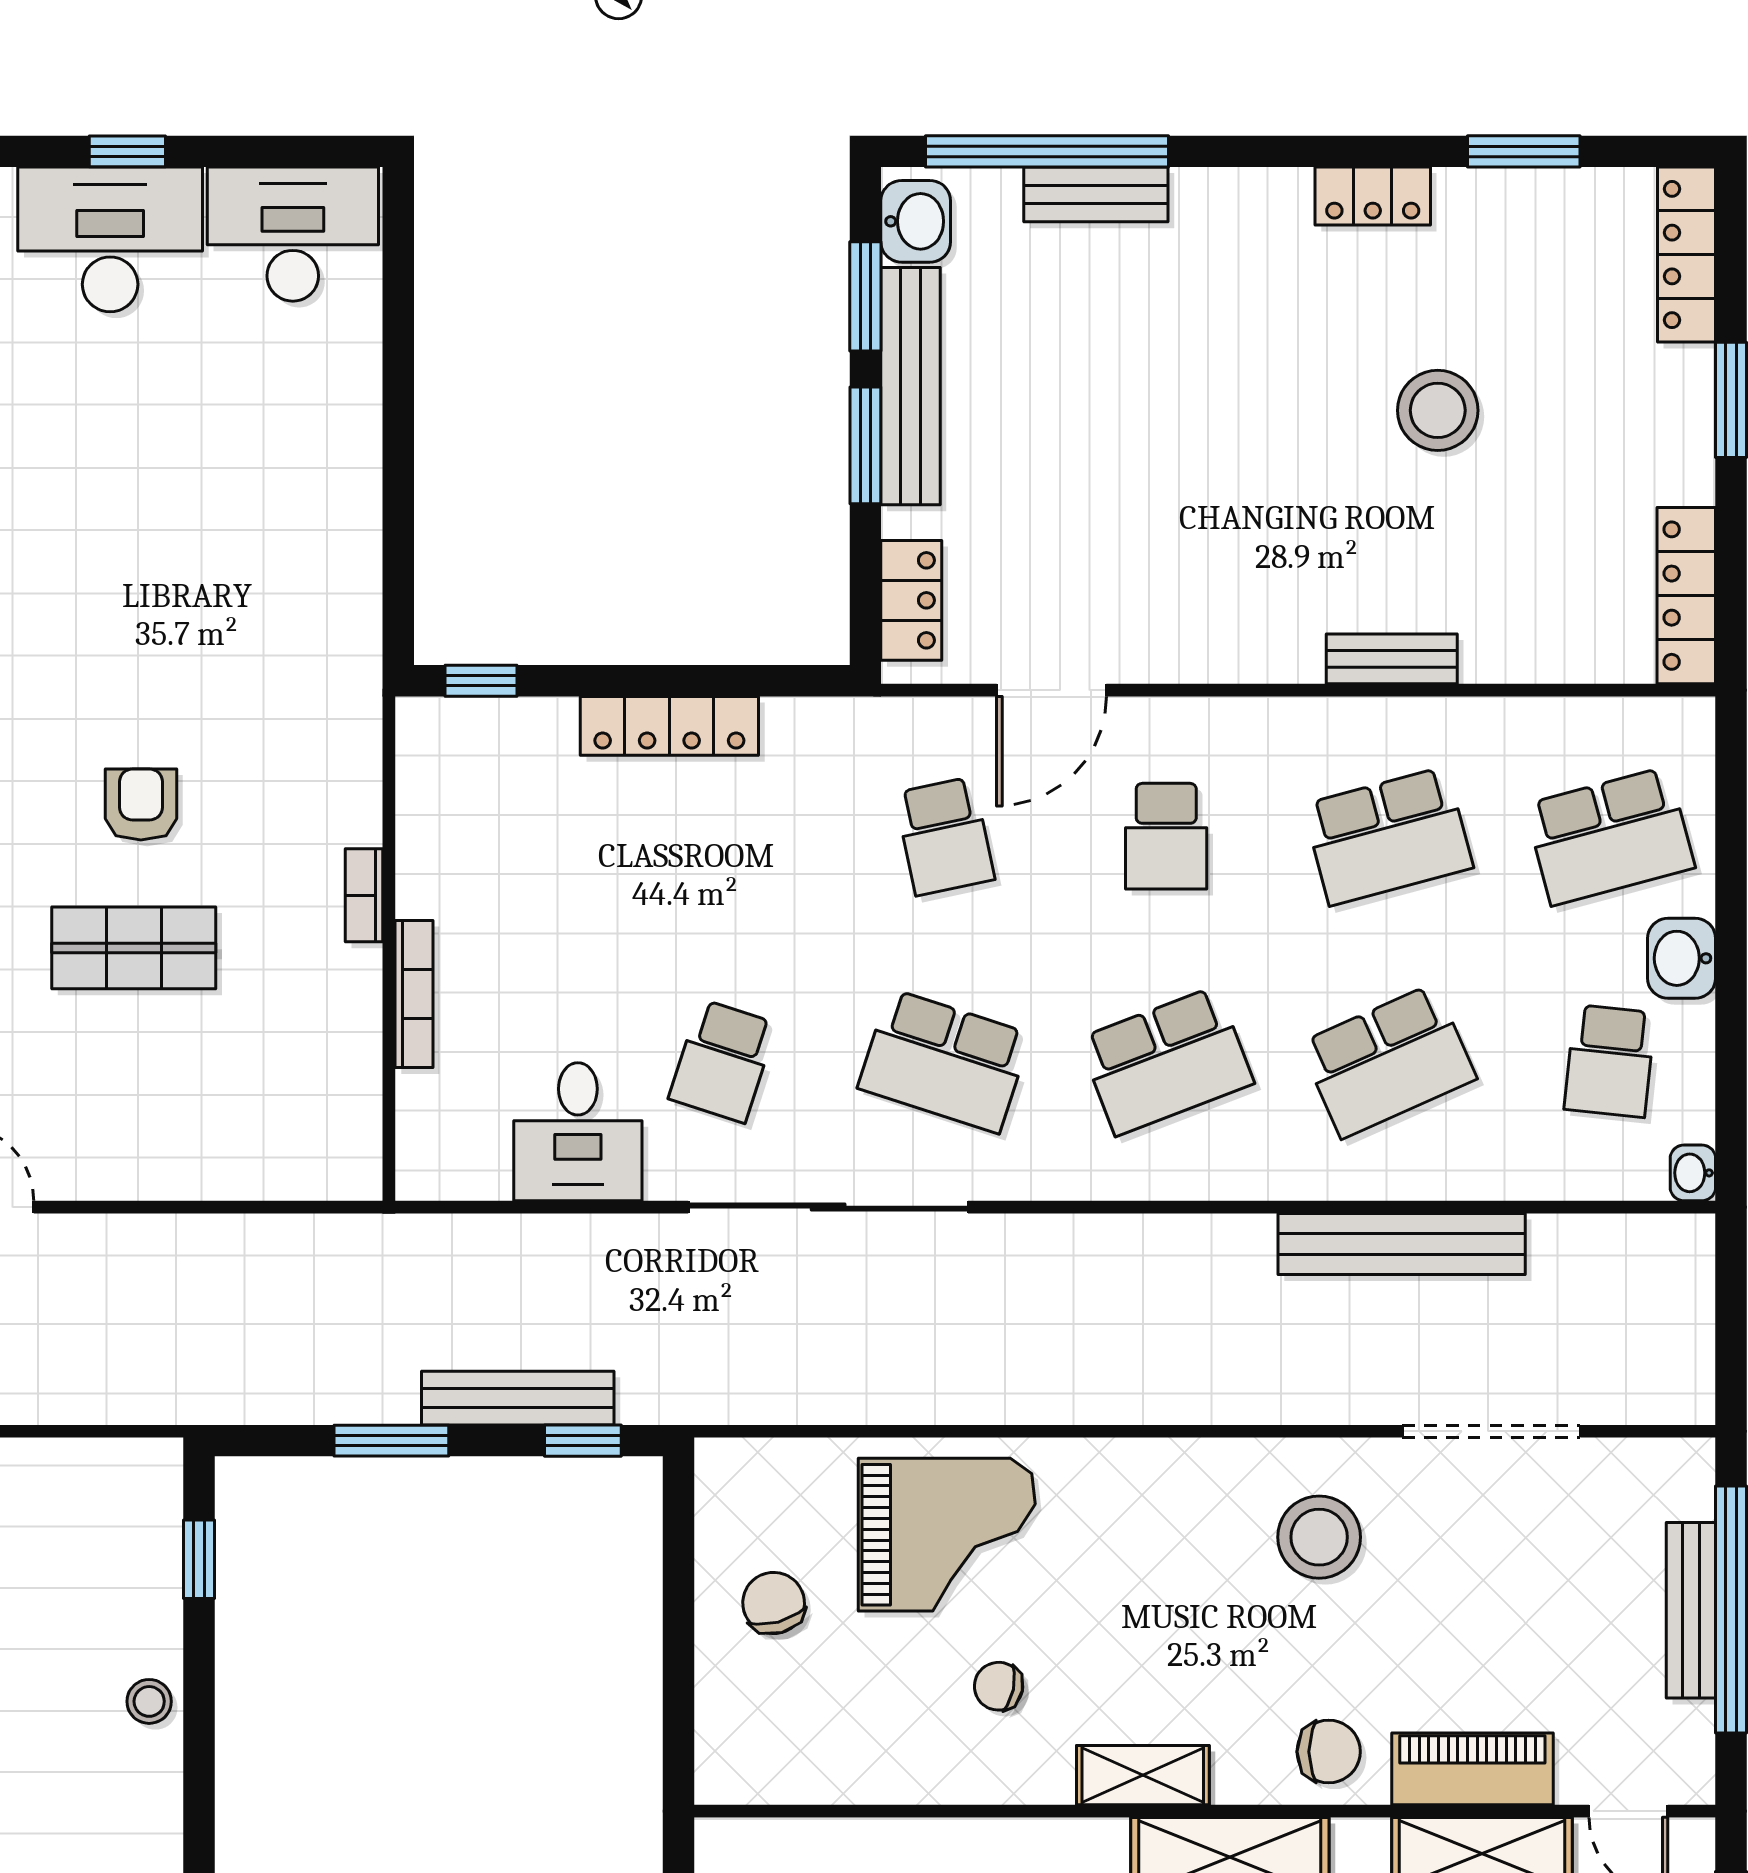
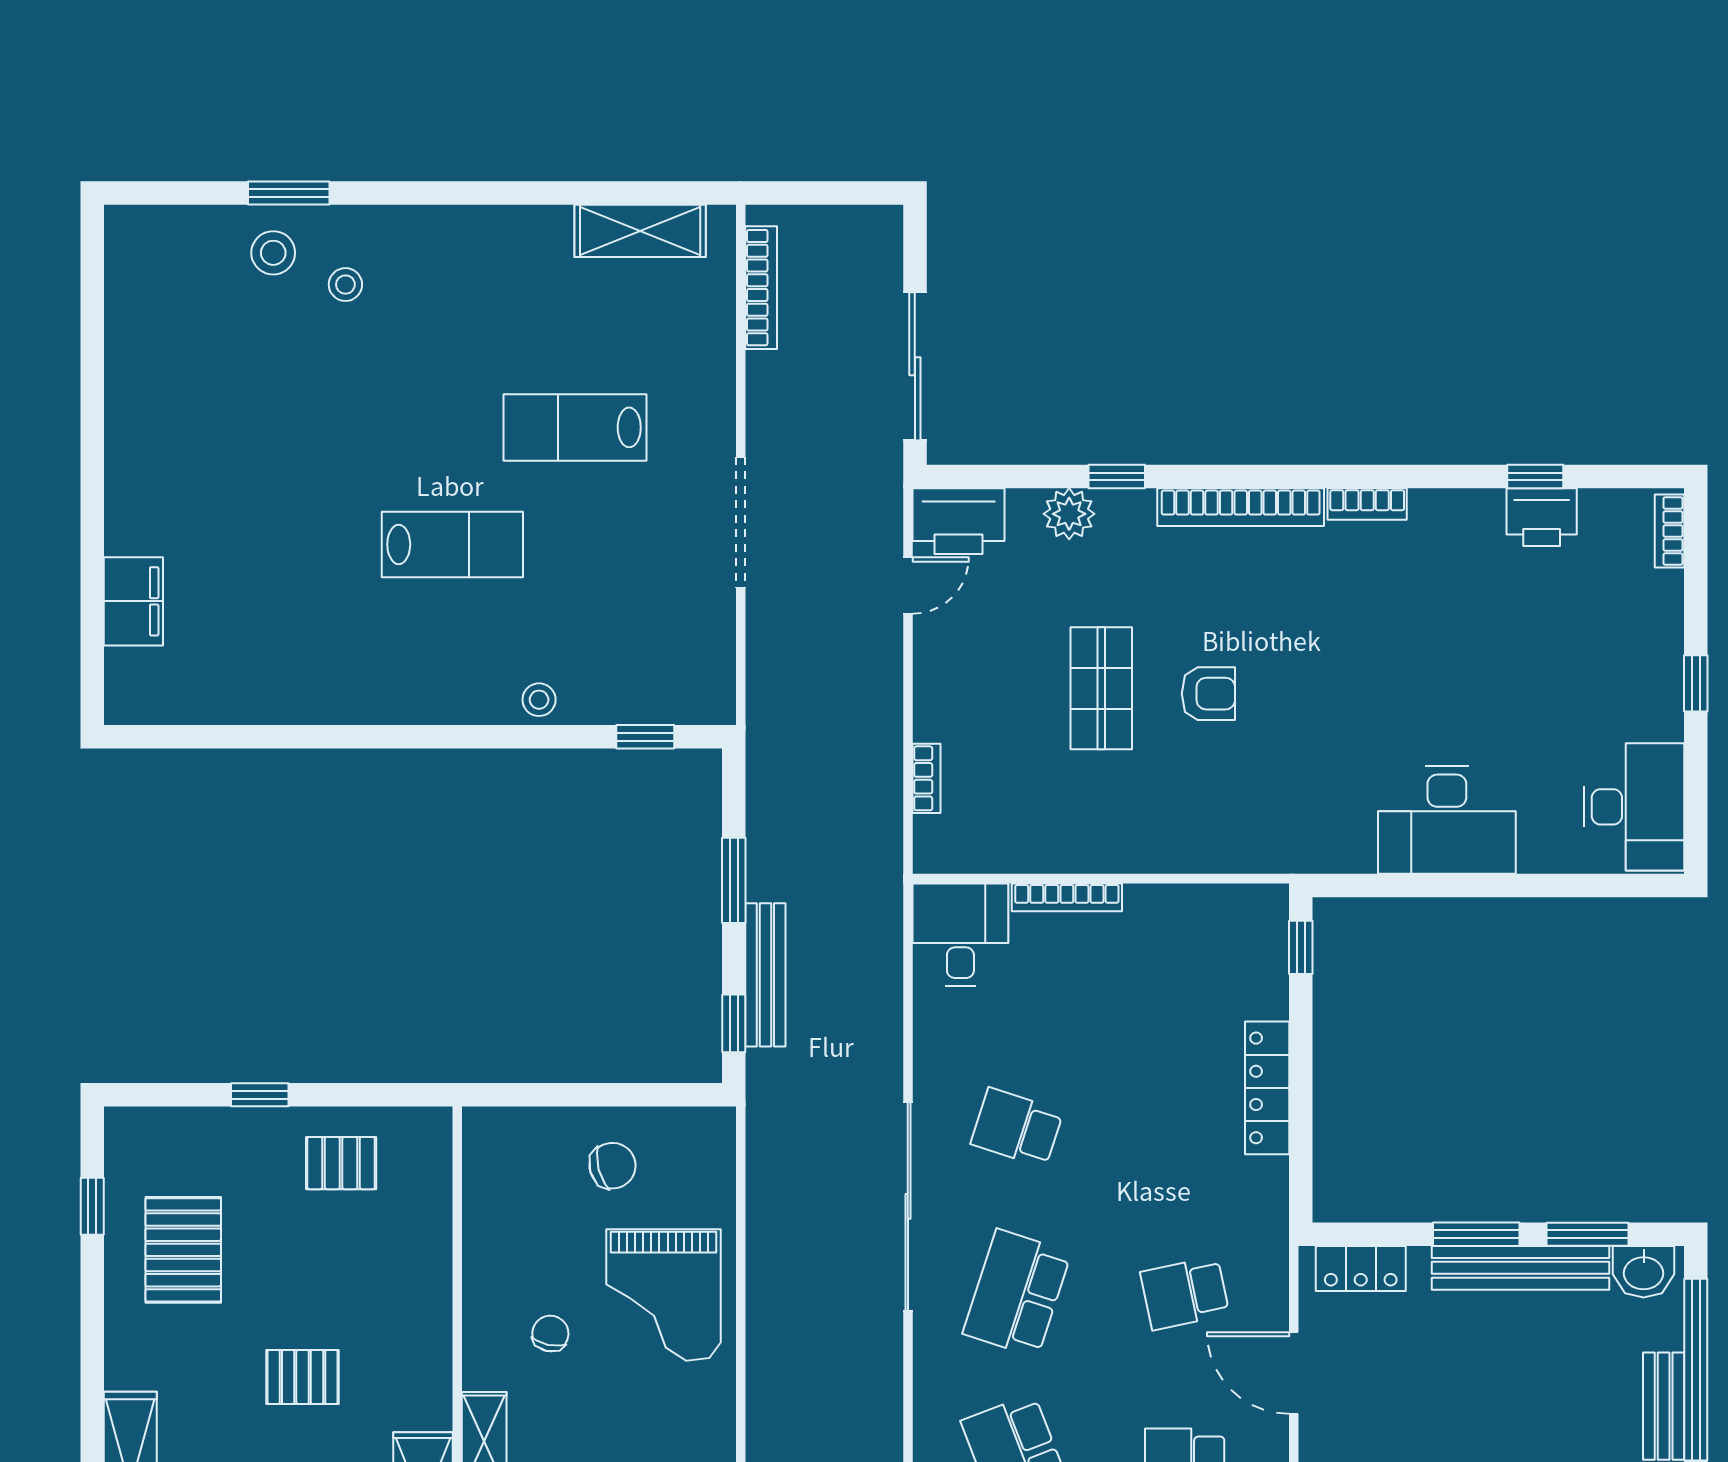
desk: (110, 239) -> (1447, 820), moved, turned 90
bookcase: (364, 895) -> (927, 778), moved, turned 90
desk: (578, 1132) -> (960, 935), moved, turned 90

